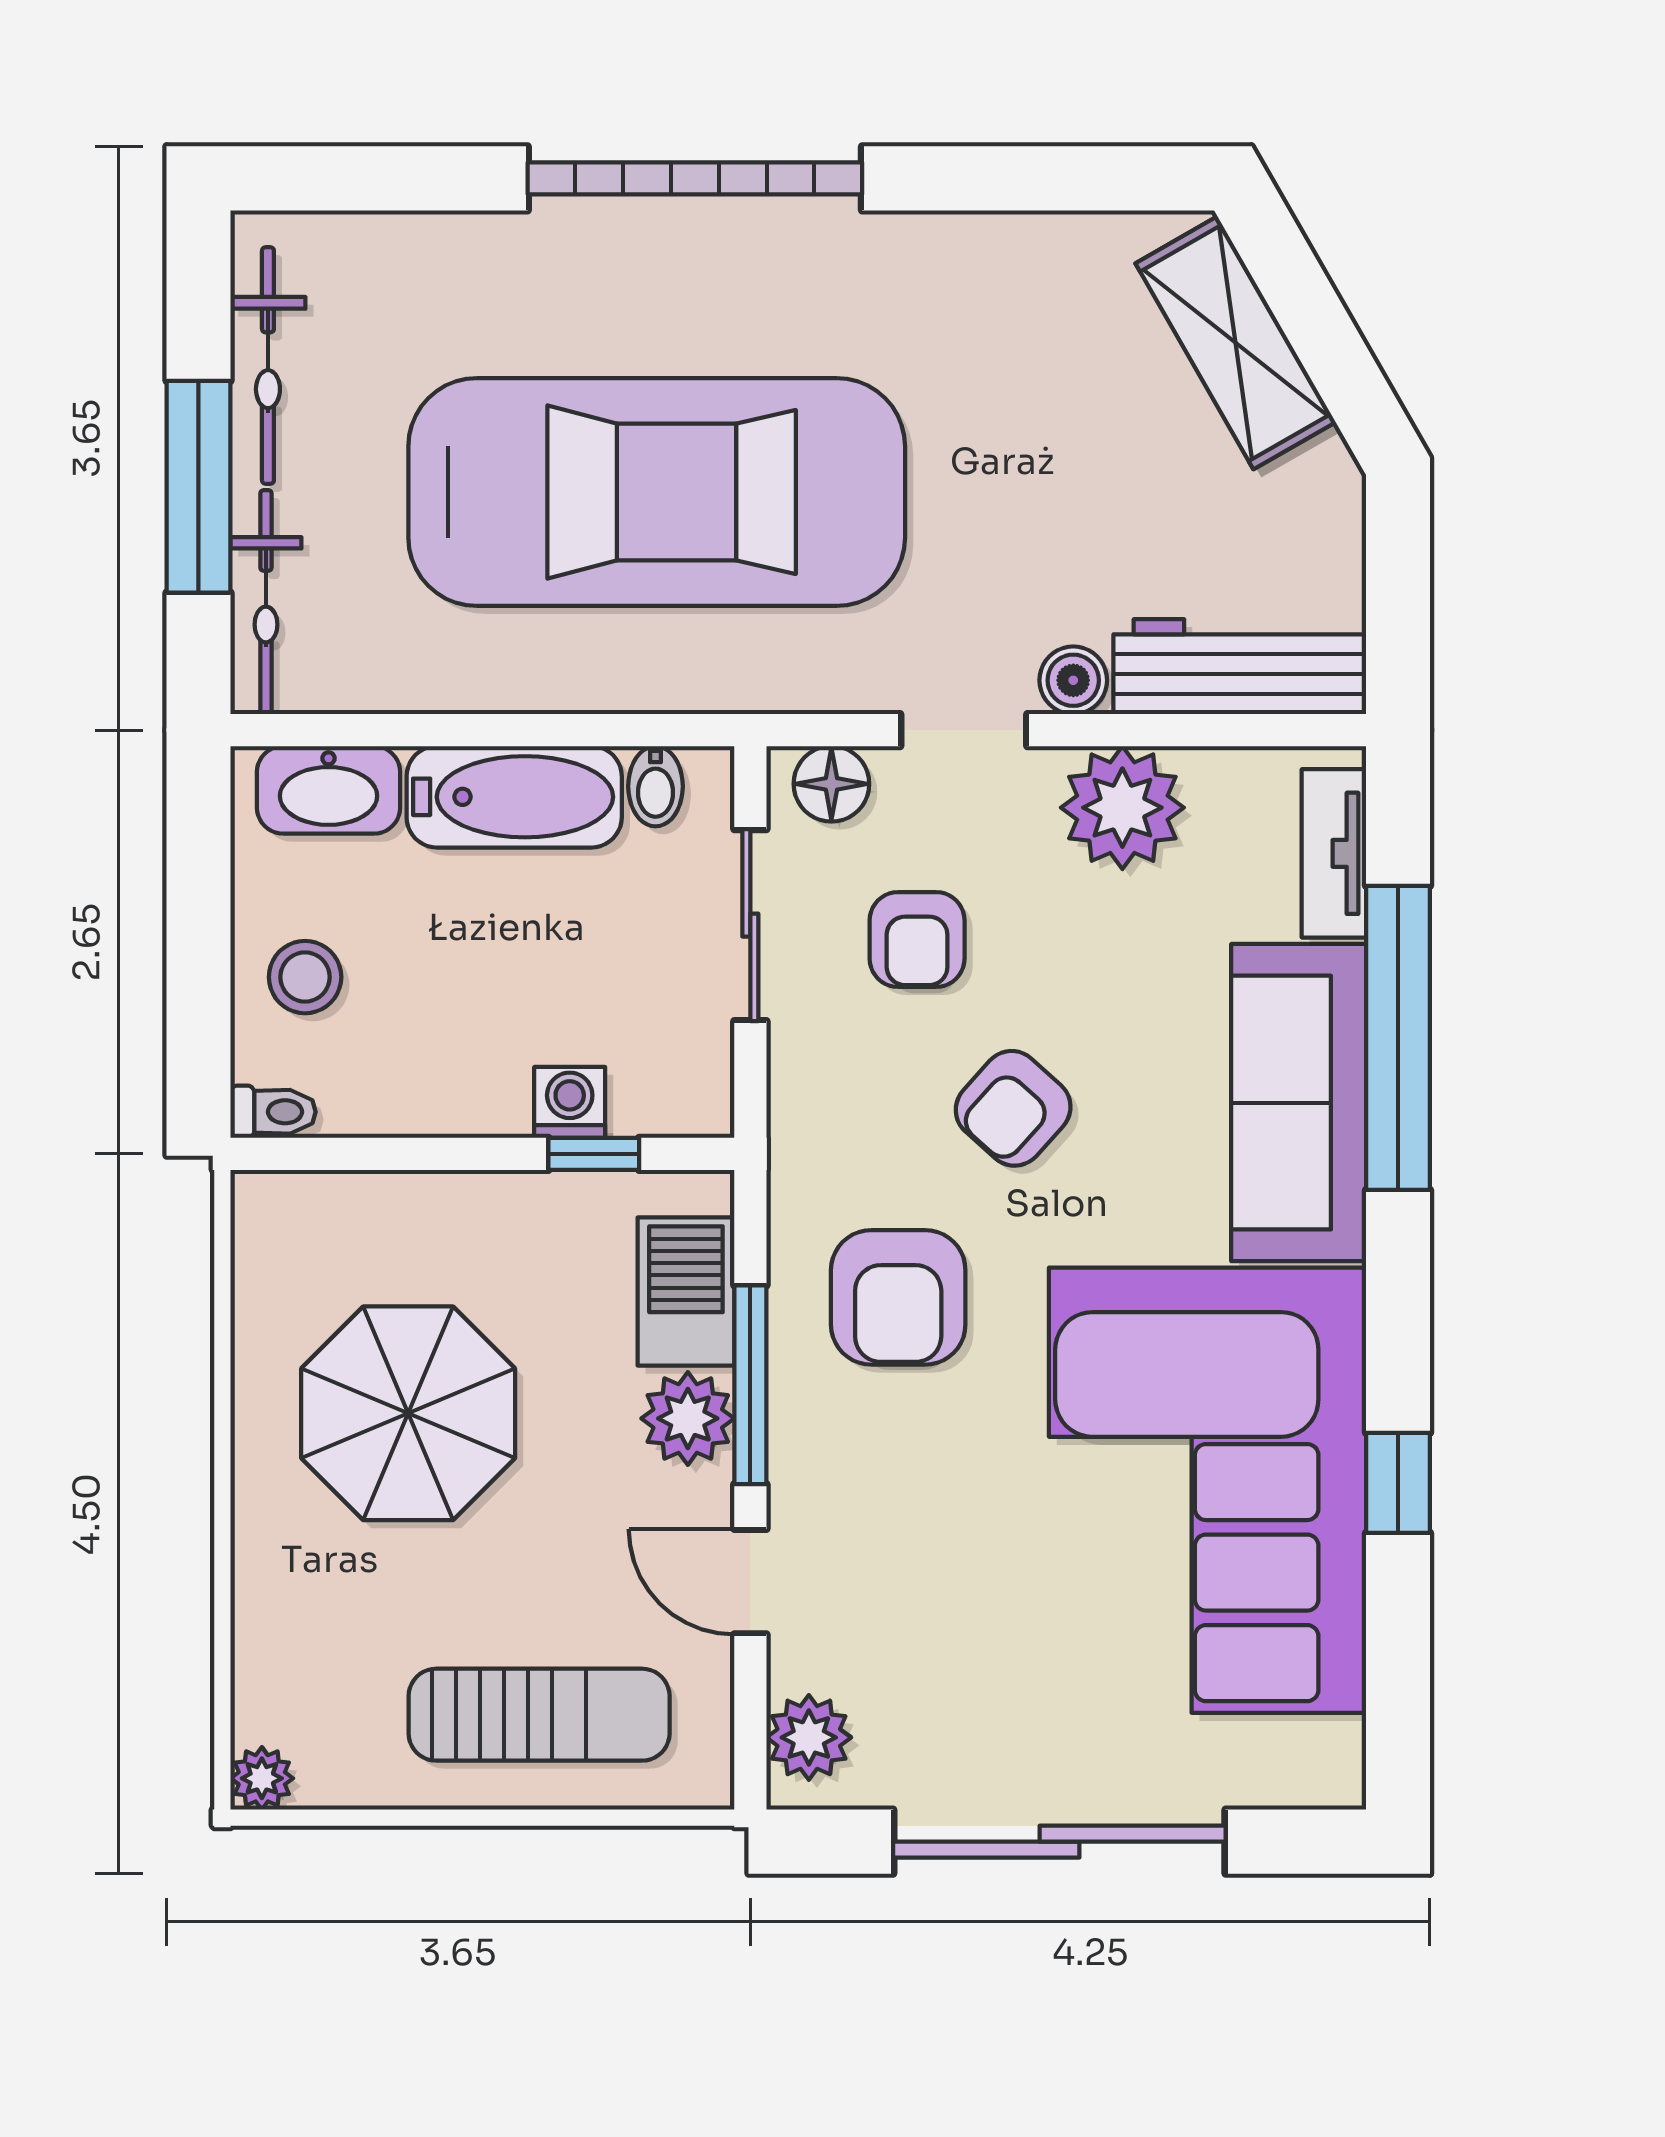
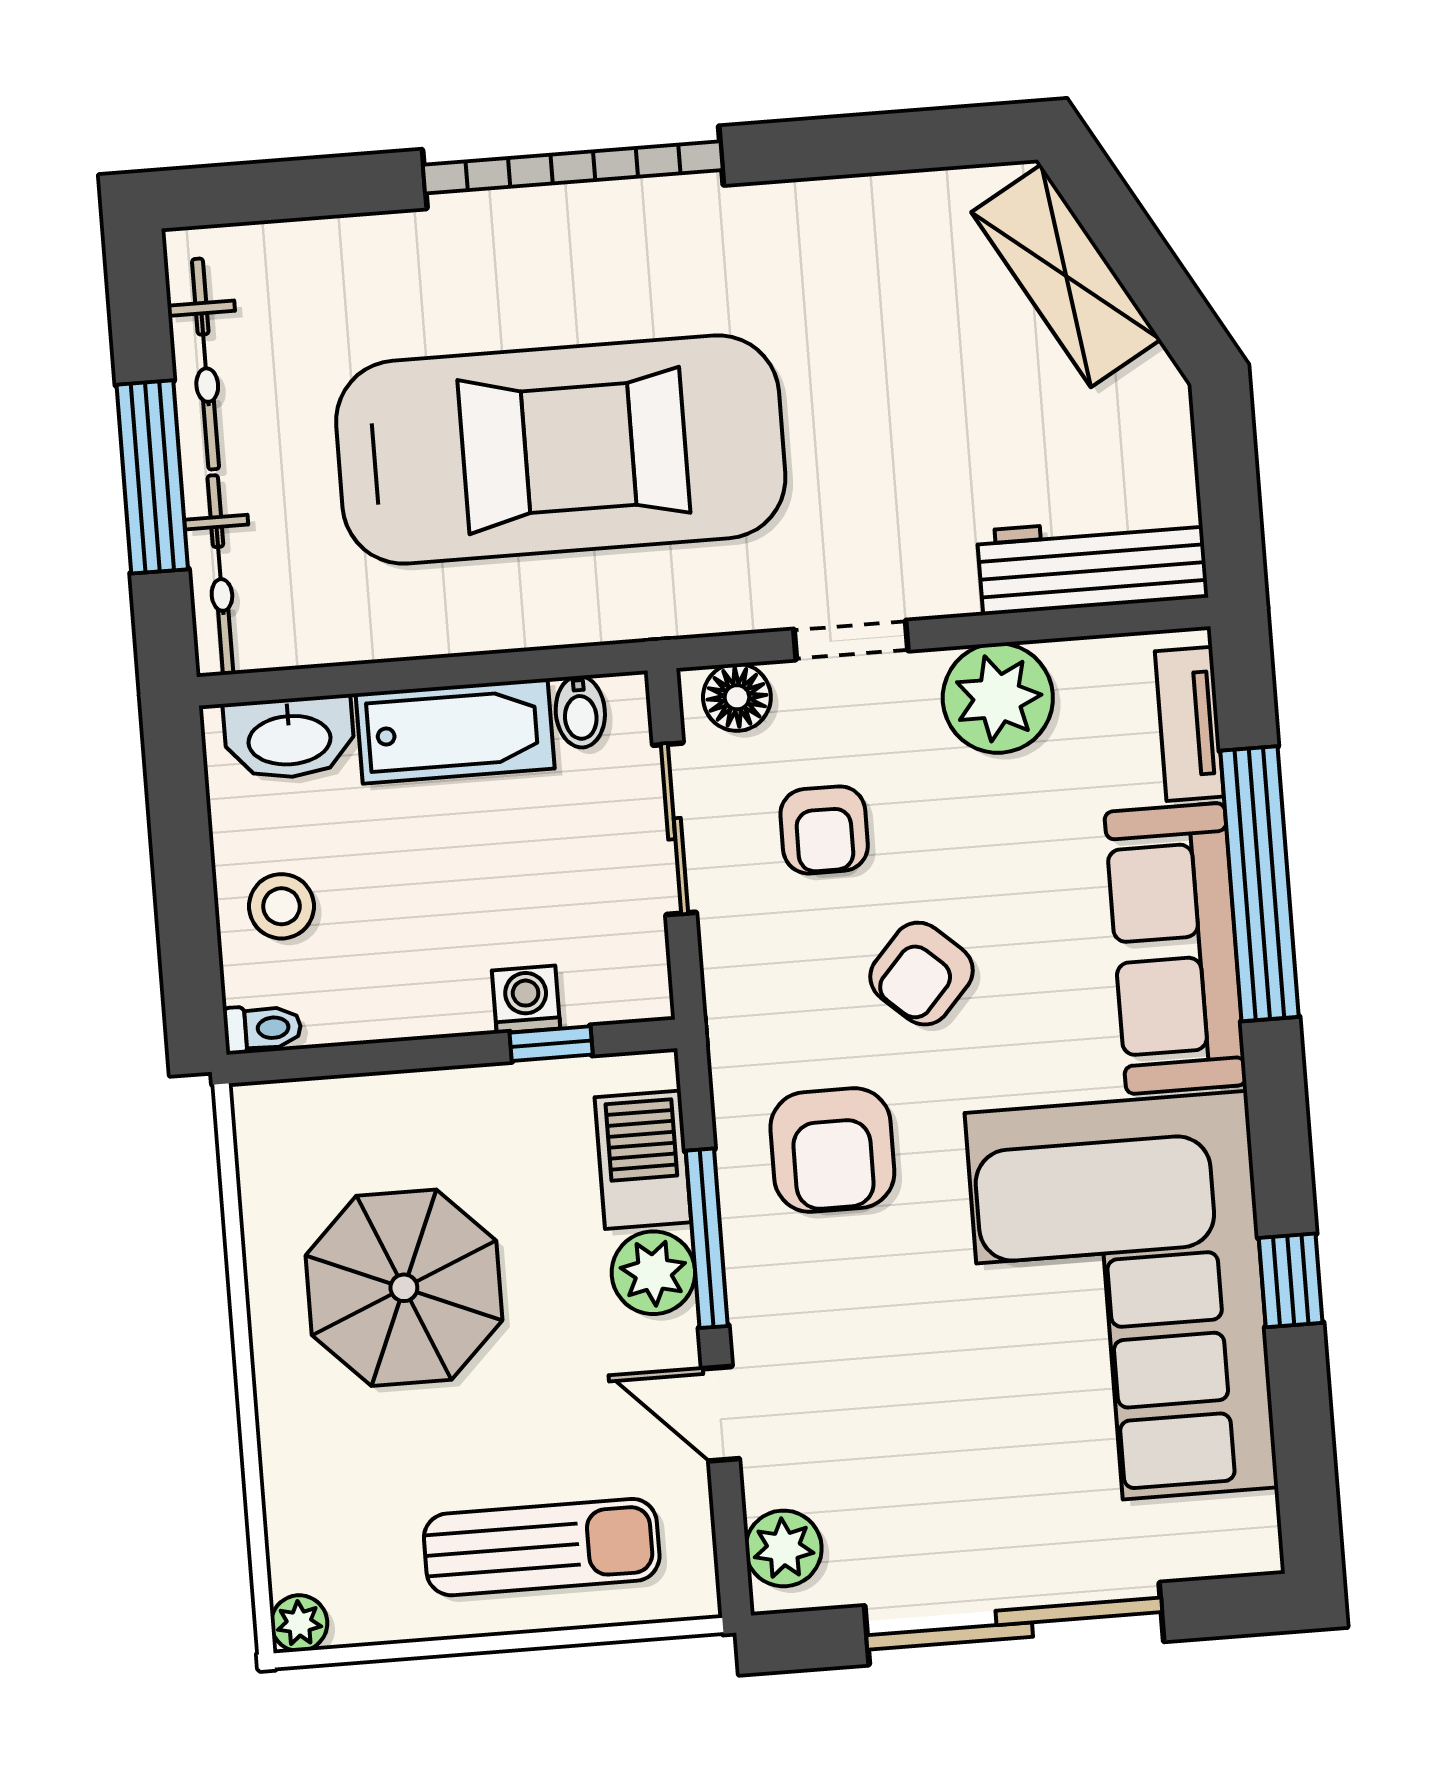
boiler: (1073, 680) -> (945, 588), removed

